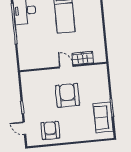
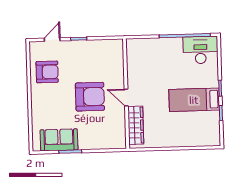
wardrobe: (83, 58) -> (136, 125), width x1.50
door: (66, 67) -> (126, 98), swing flipped

